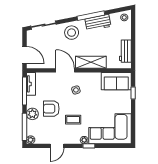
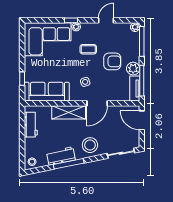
door: (65, 70) -> (97, 103), hinge flipped
sofa: (116, 81) -> (47, 92), width x1.36
plant: (32, 114) -> (133, 69), moved

